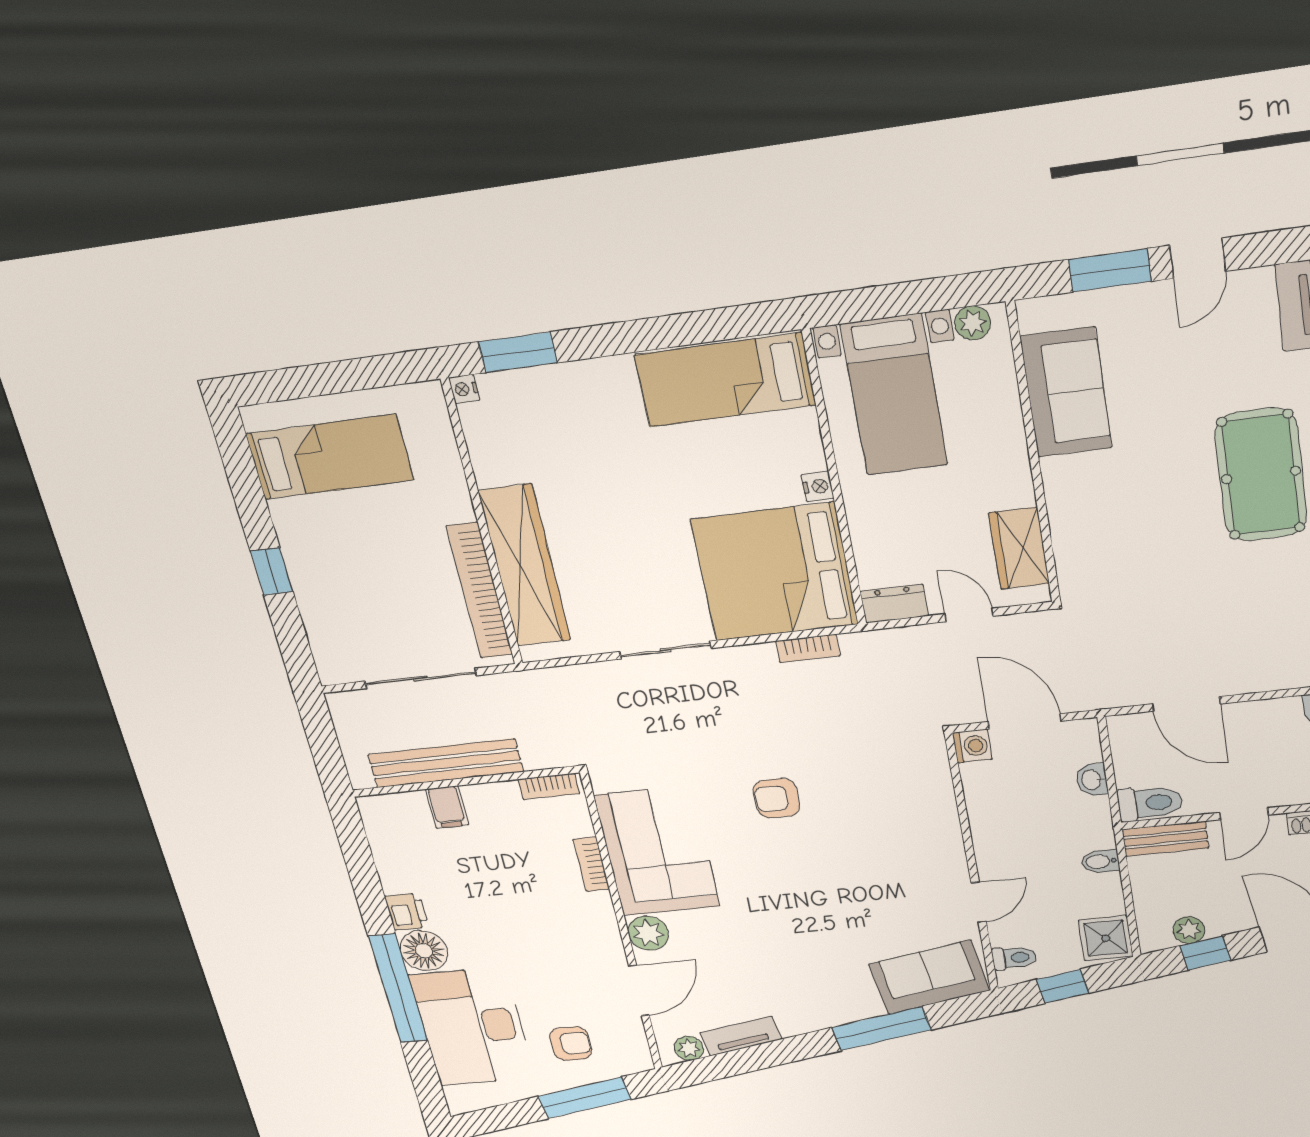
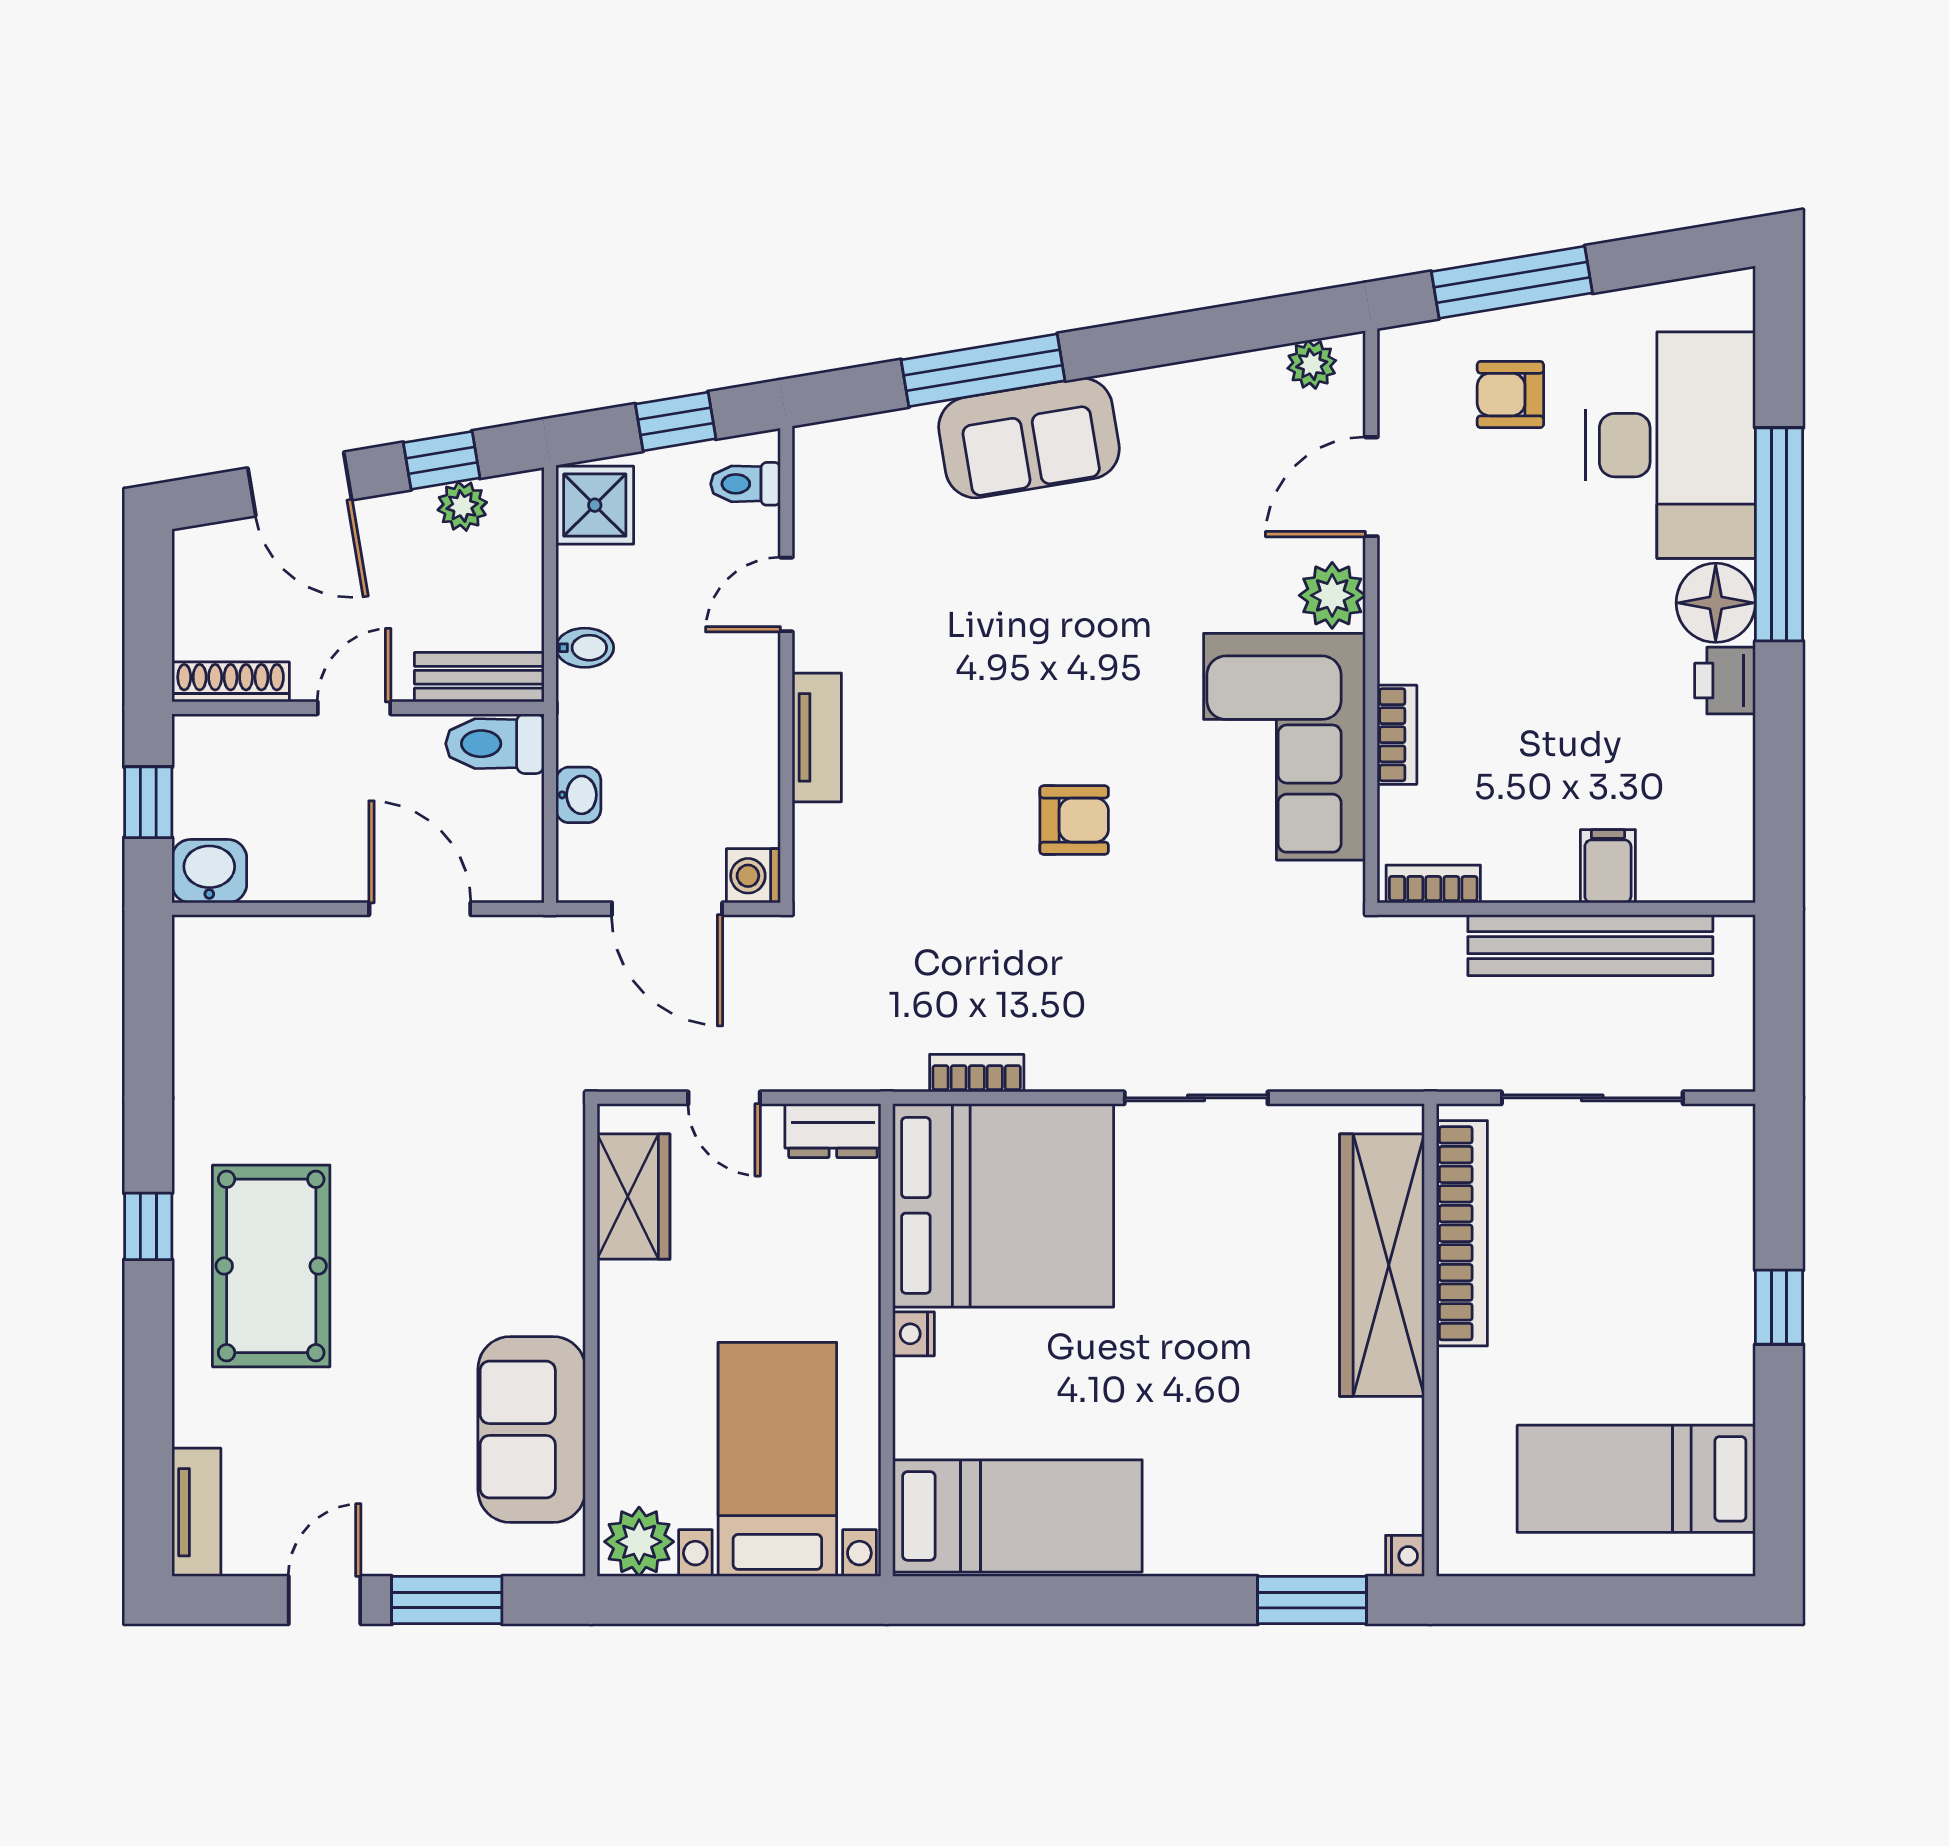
plant: (973, 323) -> (639, 1542), width x1.38, depth x1.38
sofa: (929, 977) -> (1029, 438), moved
tv unit: (741, 1036) -> (817, 737), moved, turned -81

